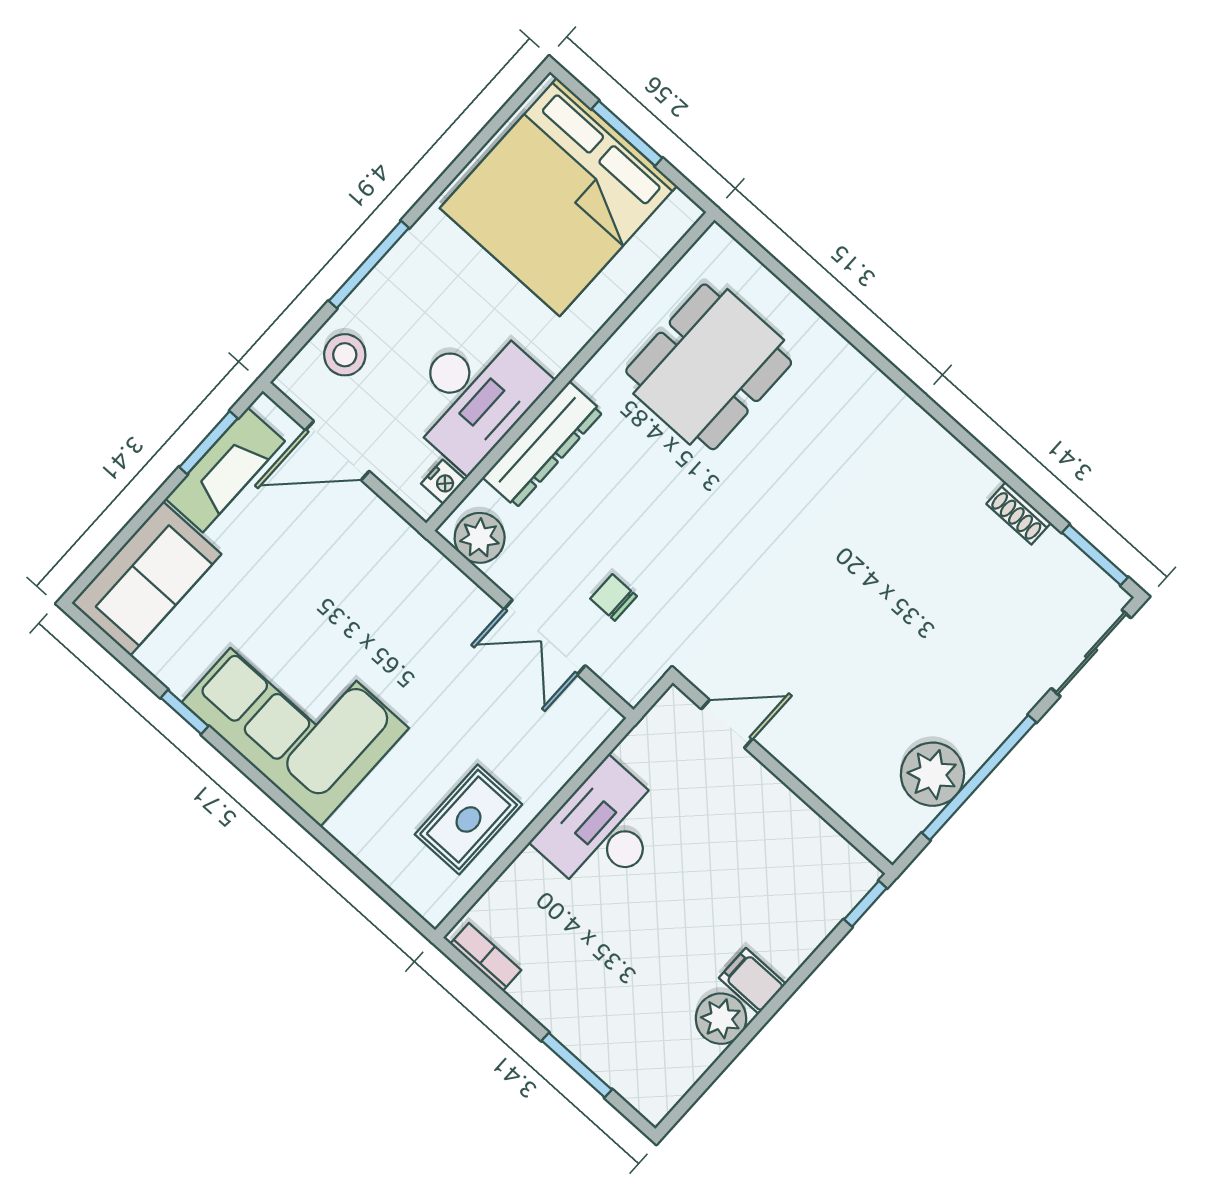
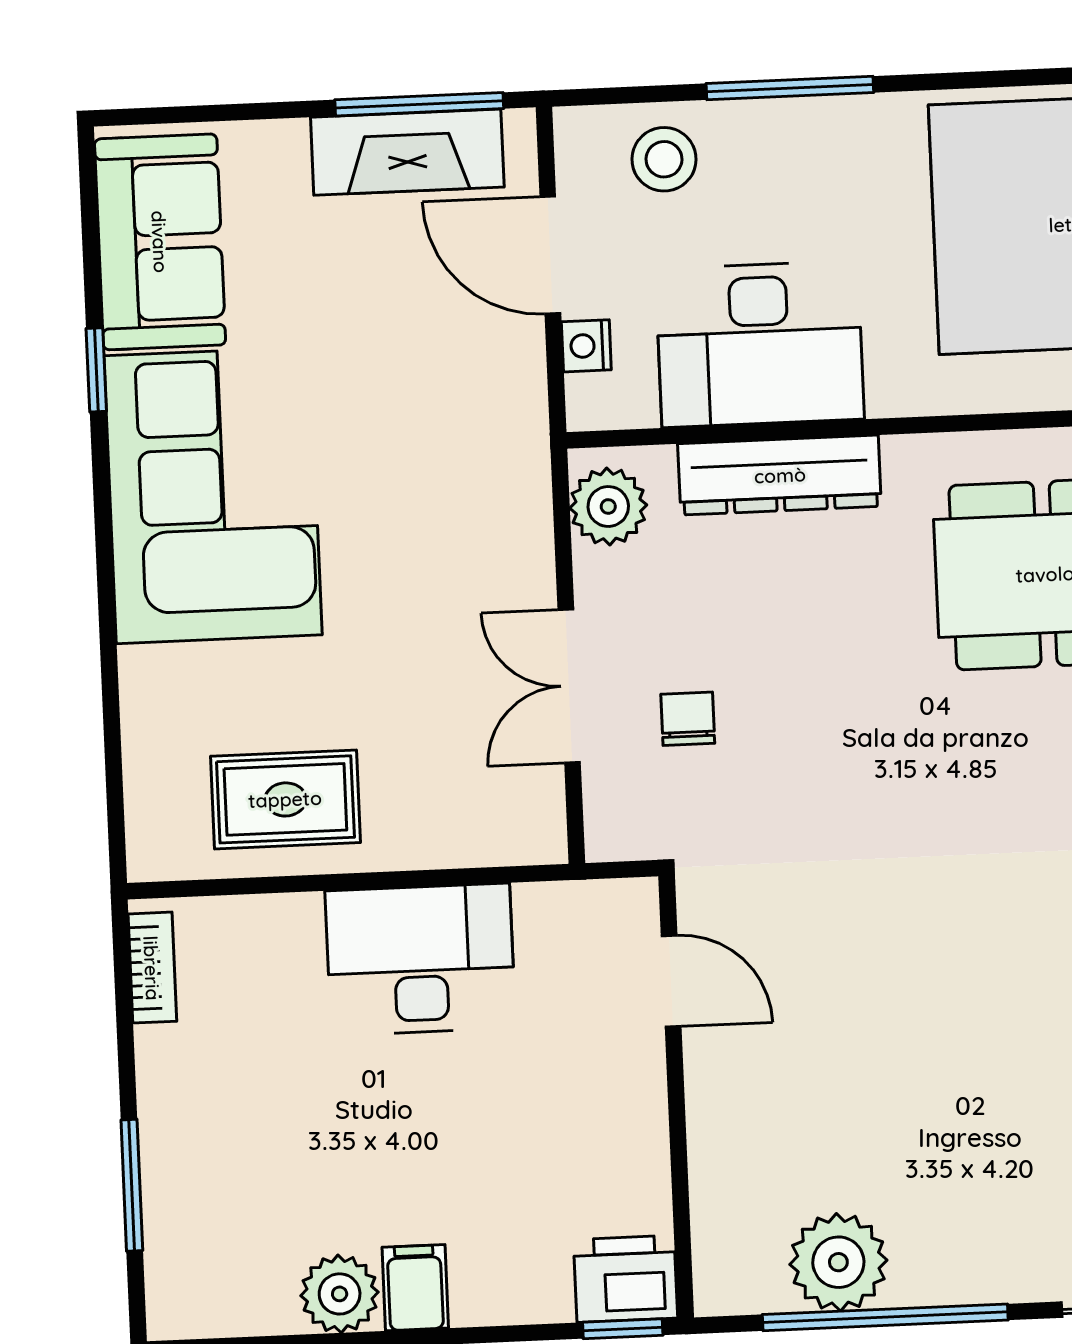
window: (208, 443) -> (419, 104), width x1.44
nightstand: (443, 482) -> (586, 346), moved, turned 90
sofa: (146, 579) -> (160, 242), moved, turned -90
printer: (844, 880) -> (626, 1279), added

